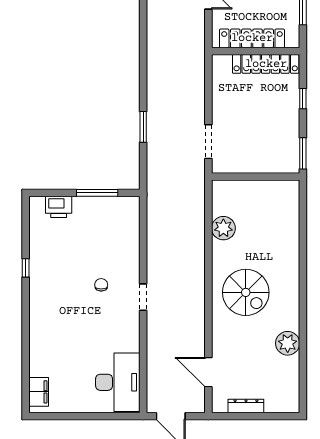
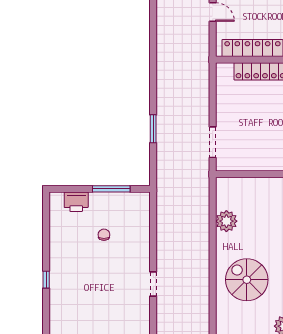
window: (26, 268) -> (46, 280), moved
chair: (101, 285) -> (104, 235), moved
spiral stairs: (246, 292) -> (247, 280), turned 180

